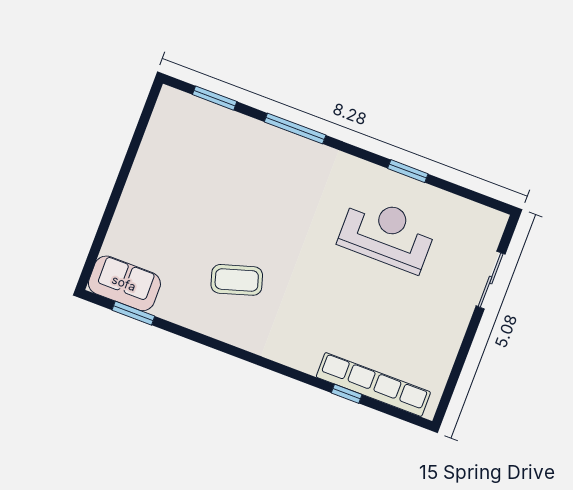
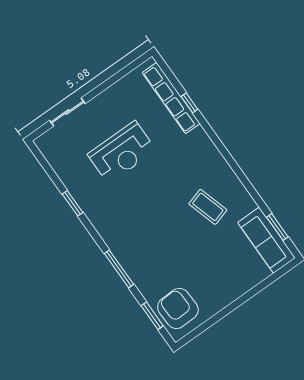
armchair: (189, 129) -> (178, 308), added
reception desk: (387, 234) -> (122, 152), moved, turned -90
sofa: (124, 283) -> (266, 240), width x1.36

